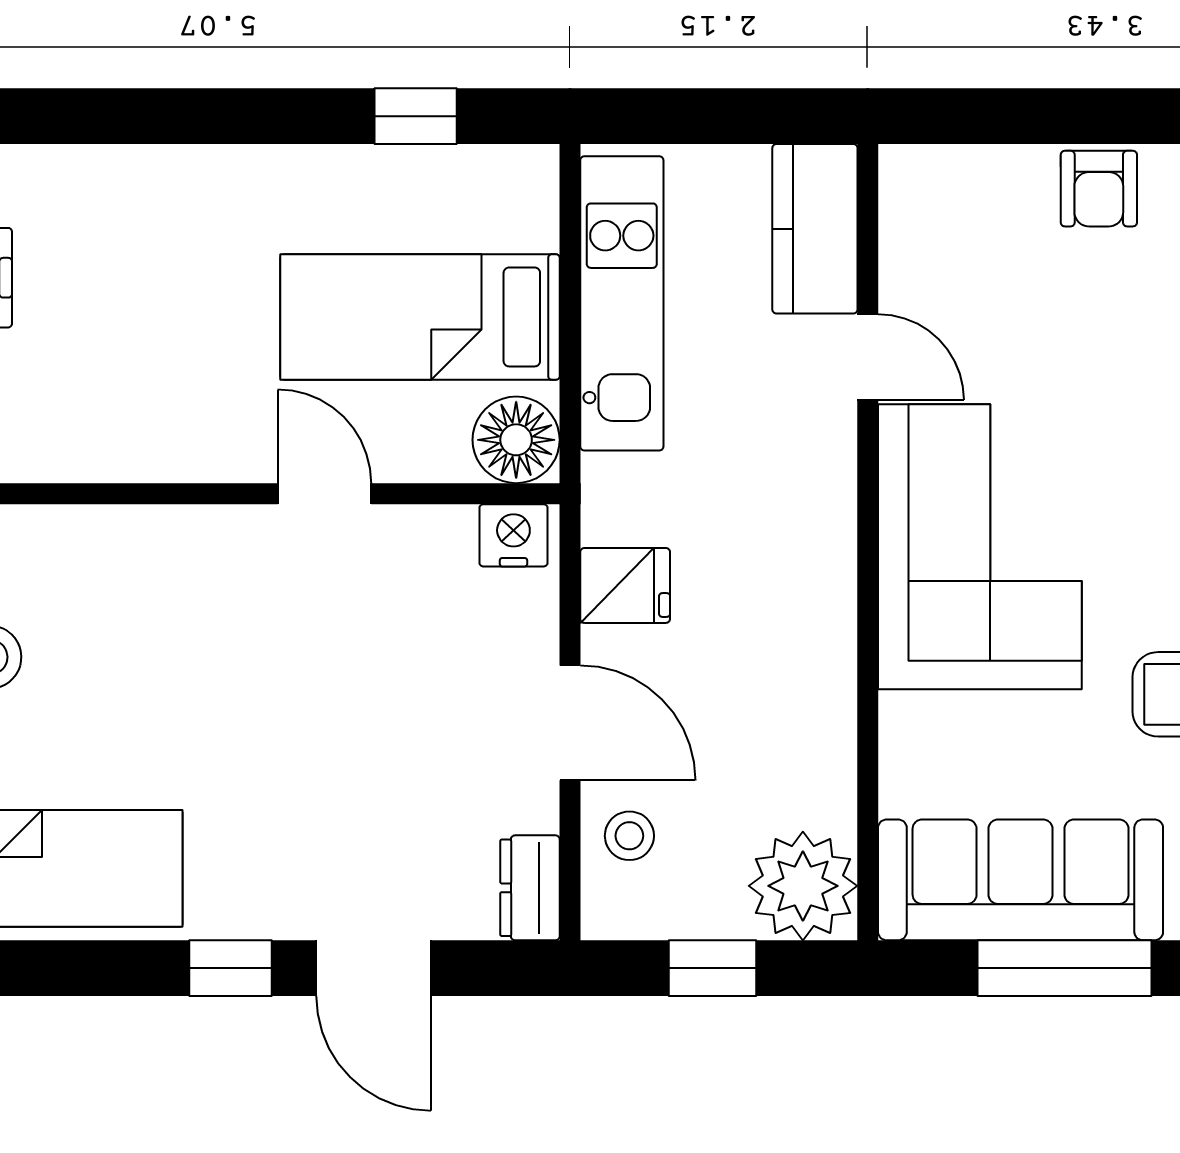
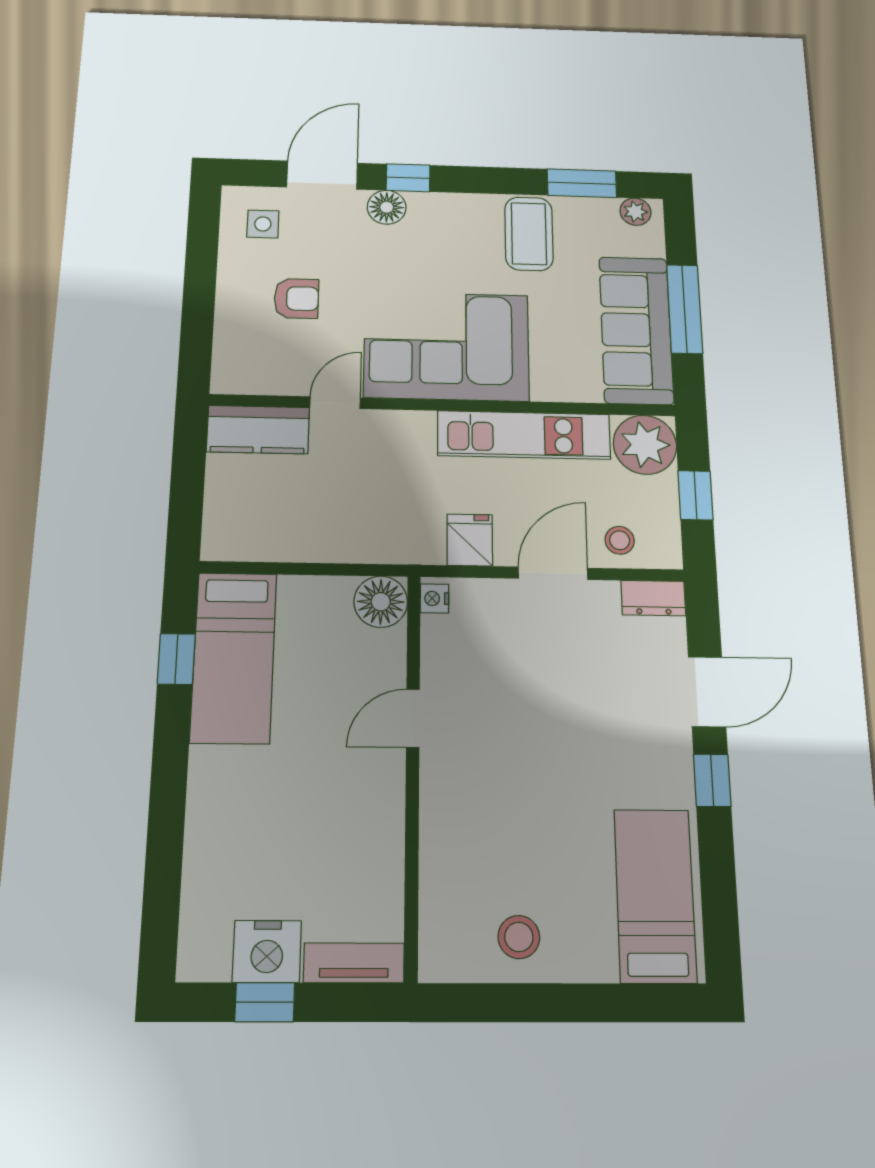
armchair: (1099, 189) -> (296, 298), moved
kitchen unit: (622, 303) -> (524, 435), moved, turned 180
bed: (420, 317) -> (234, 657), moved
nightstand: (513, 535) -> (434, 599), width x0.72, depth x0.74

